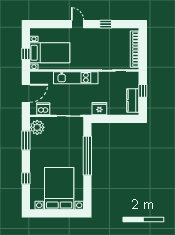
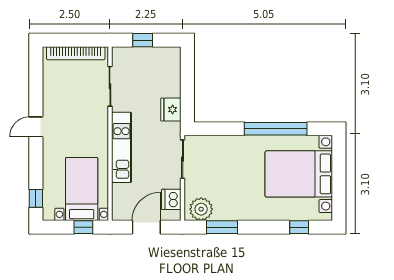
door: (78, 24) -> (36, 127), moved
window: (106, 24) -> (36, 198), moved
door: (26, 93) -> (146, 227), hinge flipped
kitchen counter: (133, 100) -> (158, 56), removed
window: (87, 156) -> (276, 129), moved
window: (26, 178) -> (299, 227), moved

